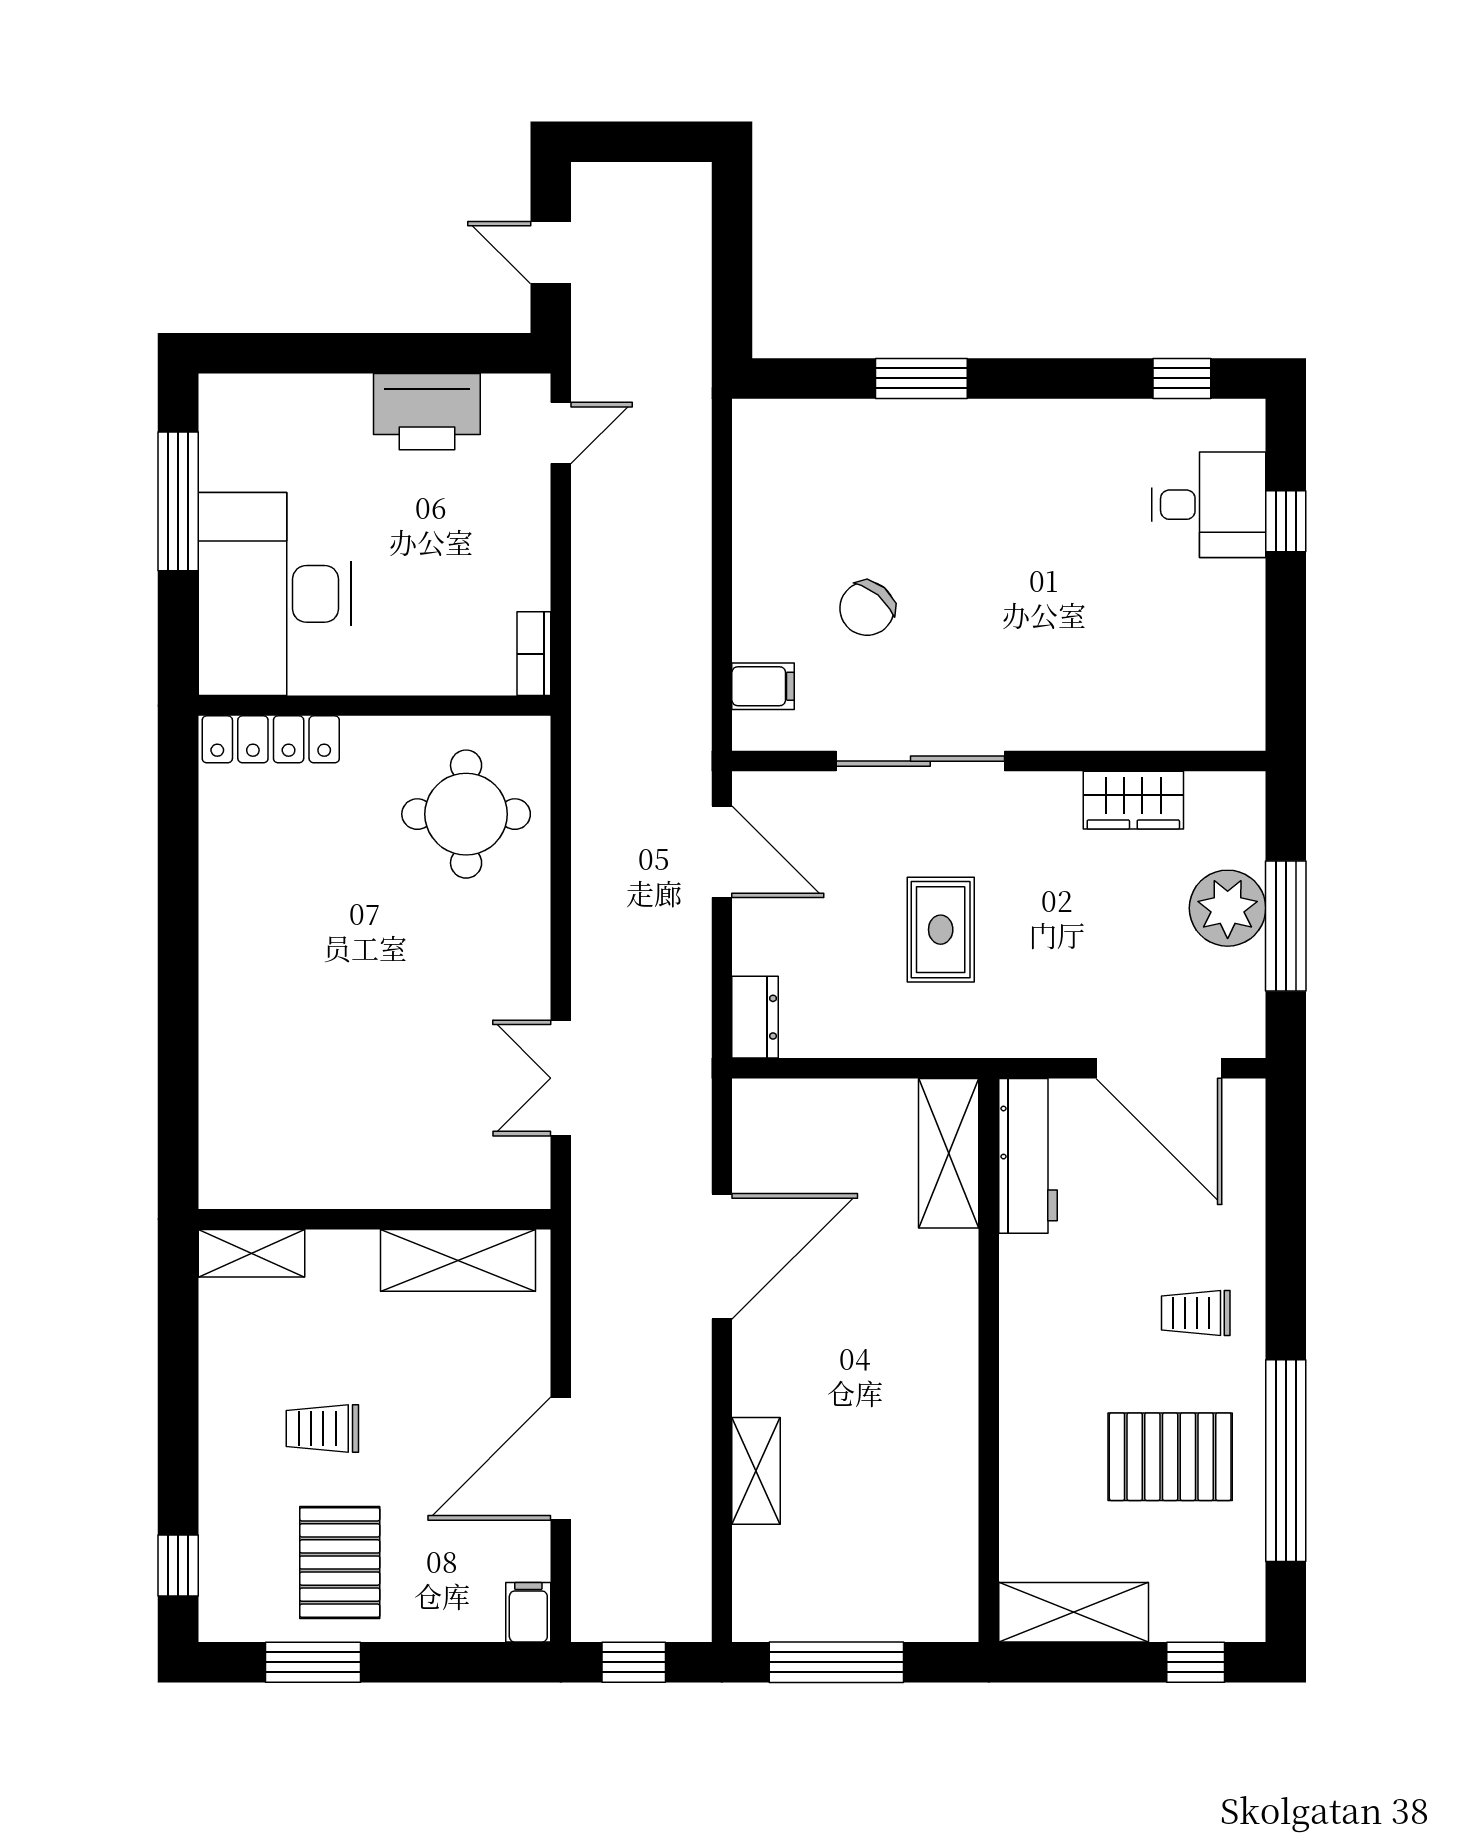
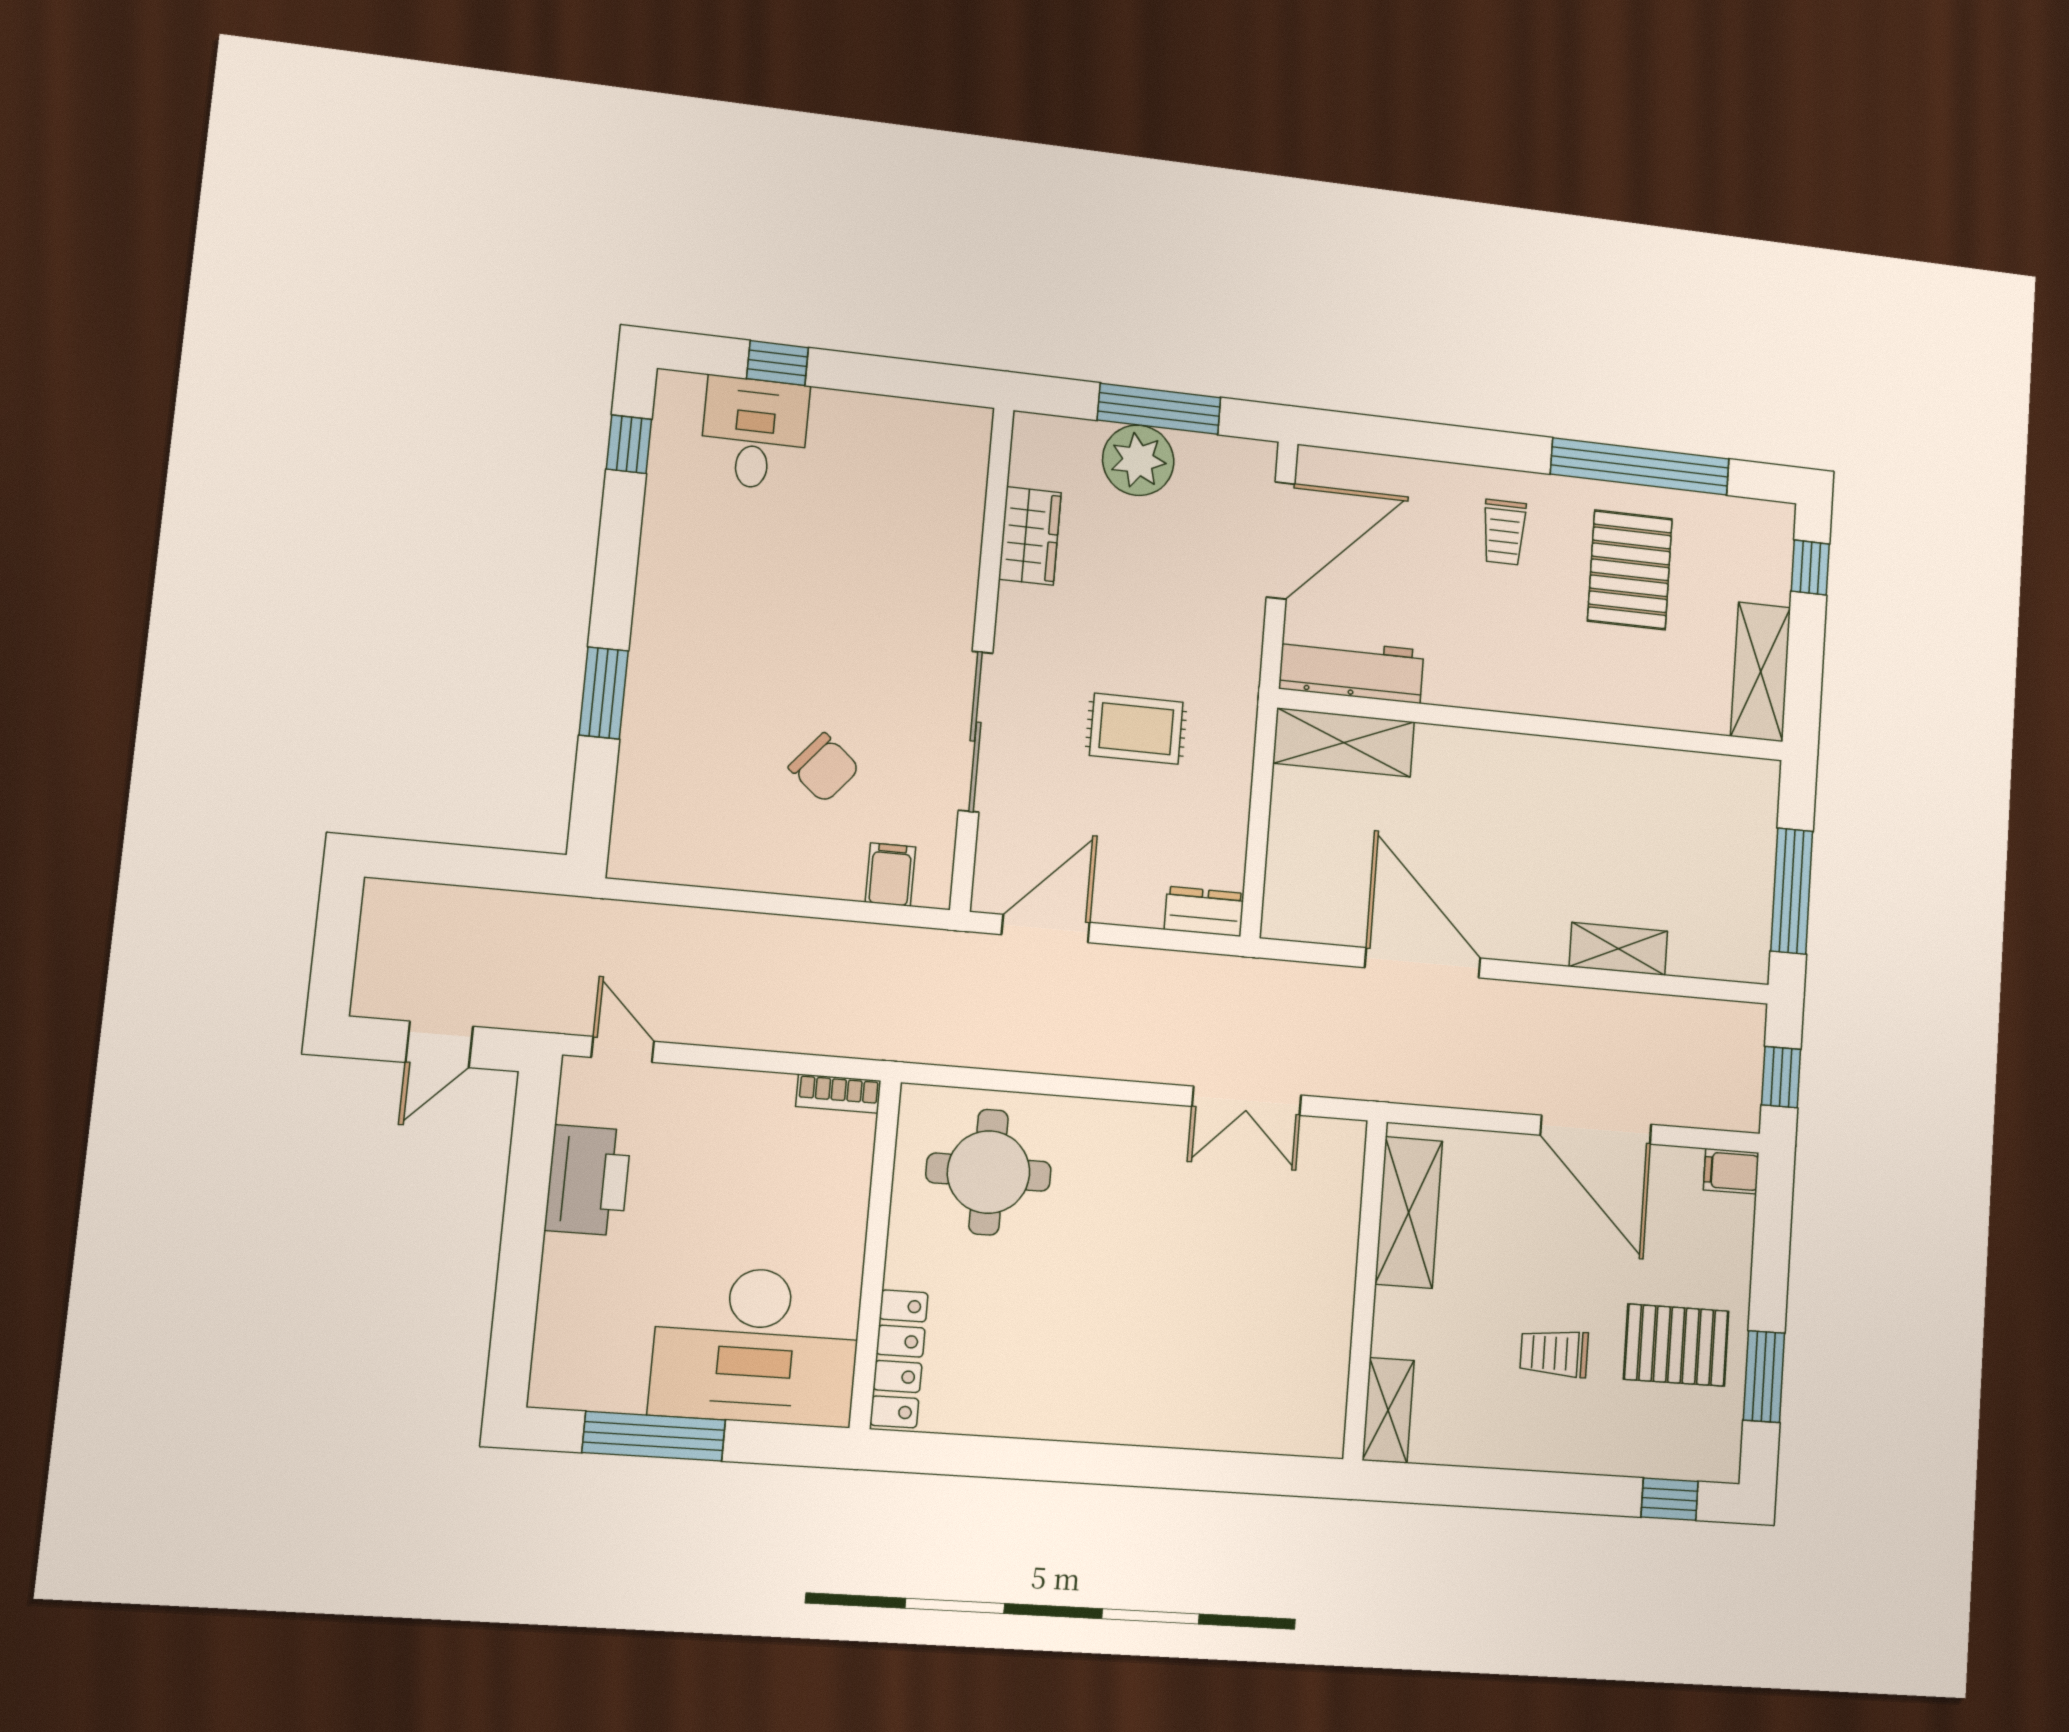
trolley: (322, 1429) -> (1554, 1353), turned 90

